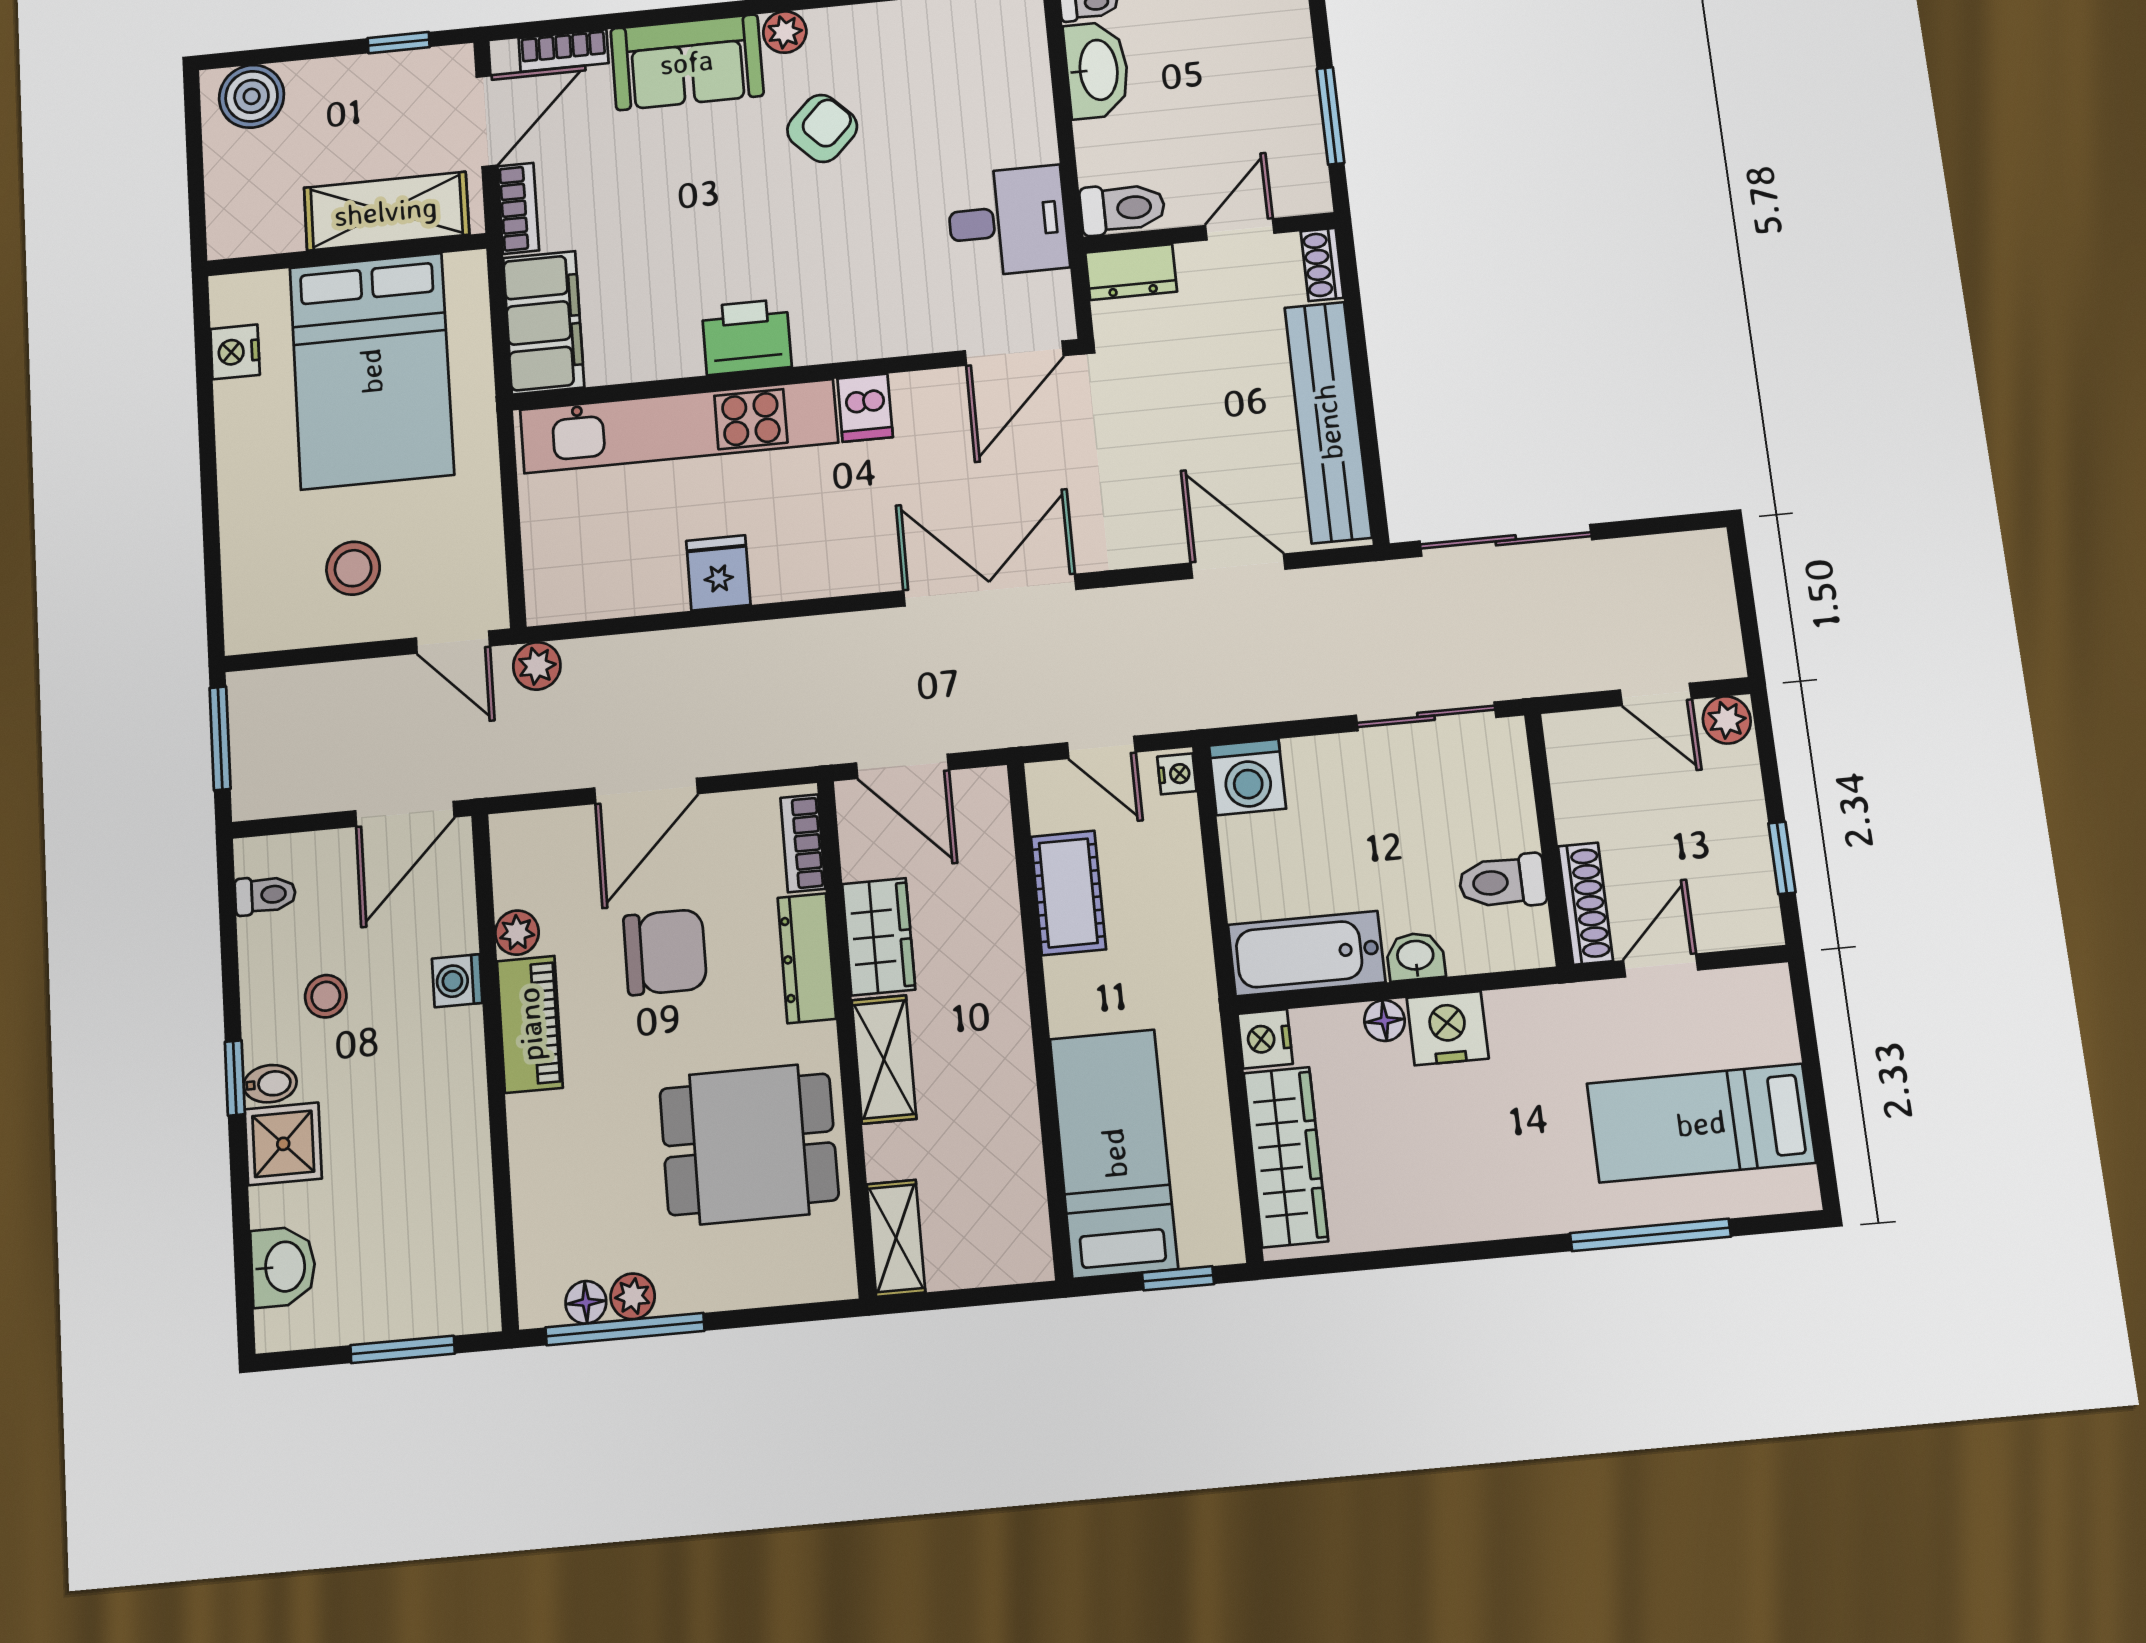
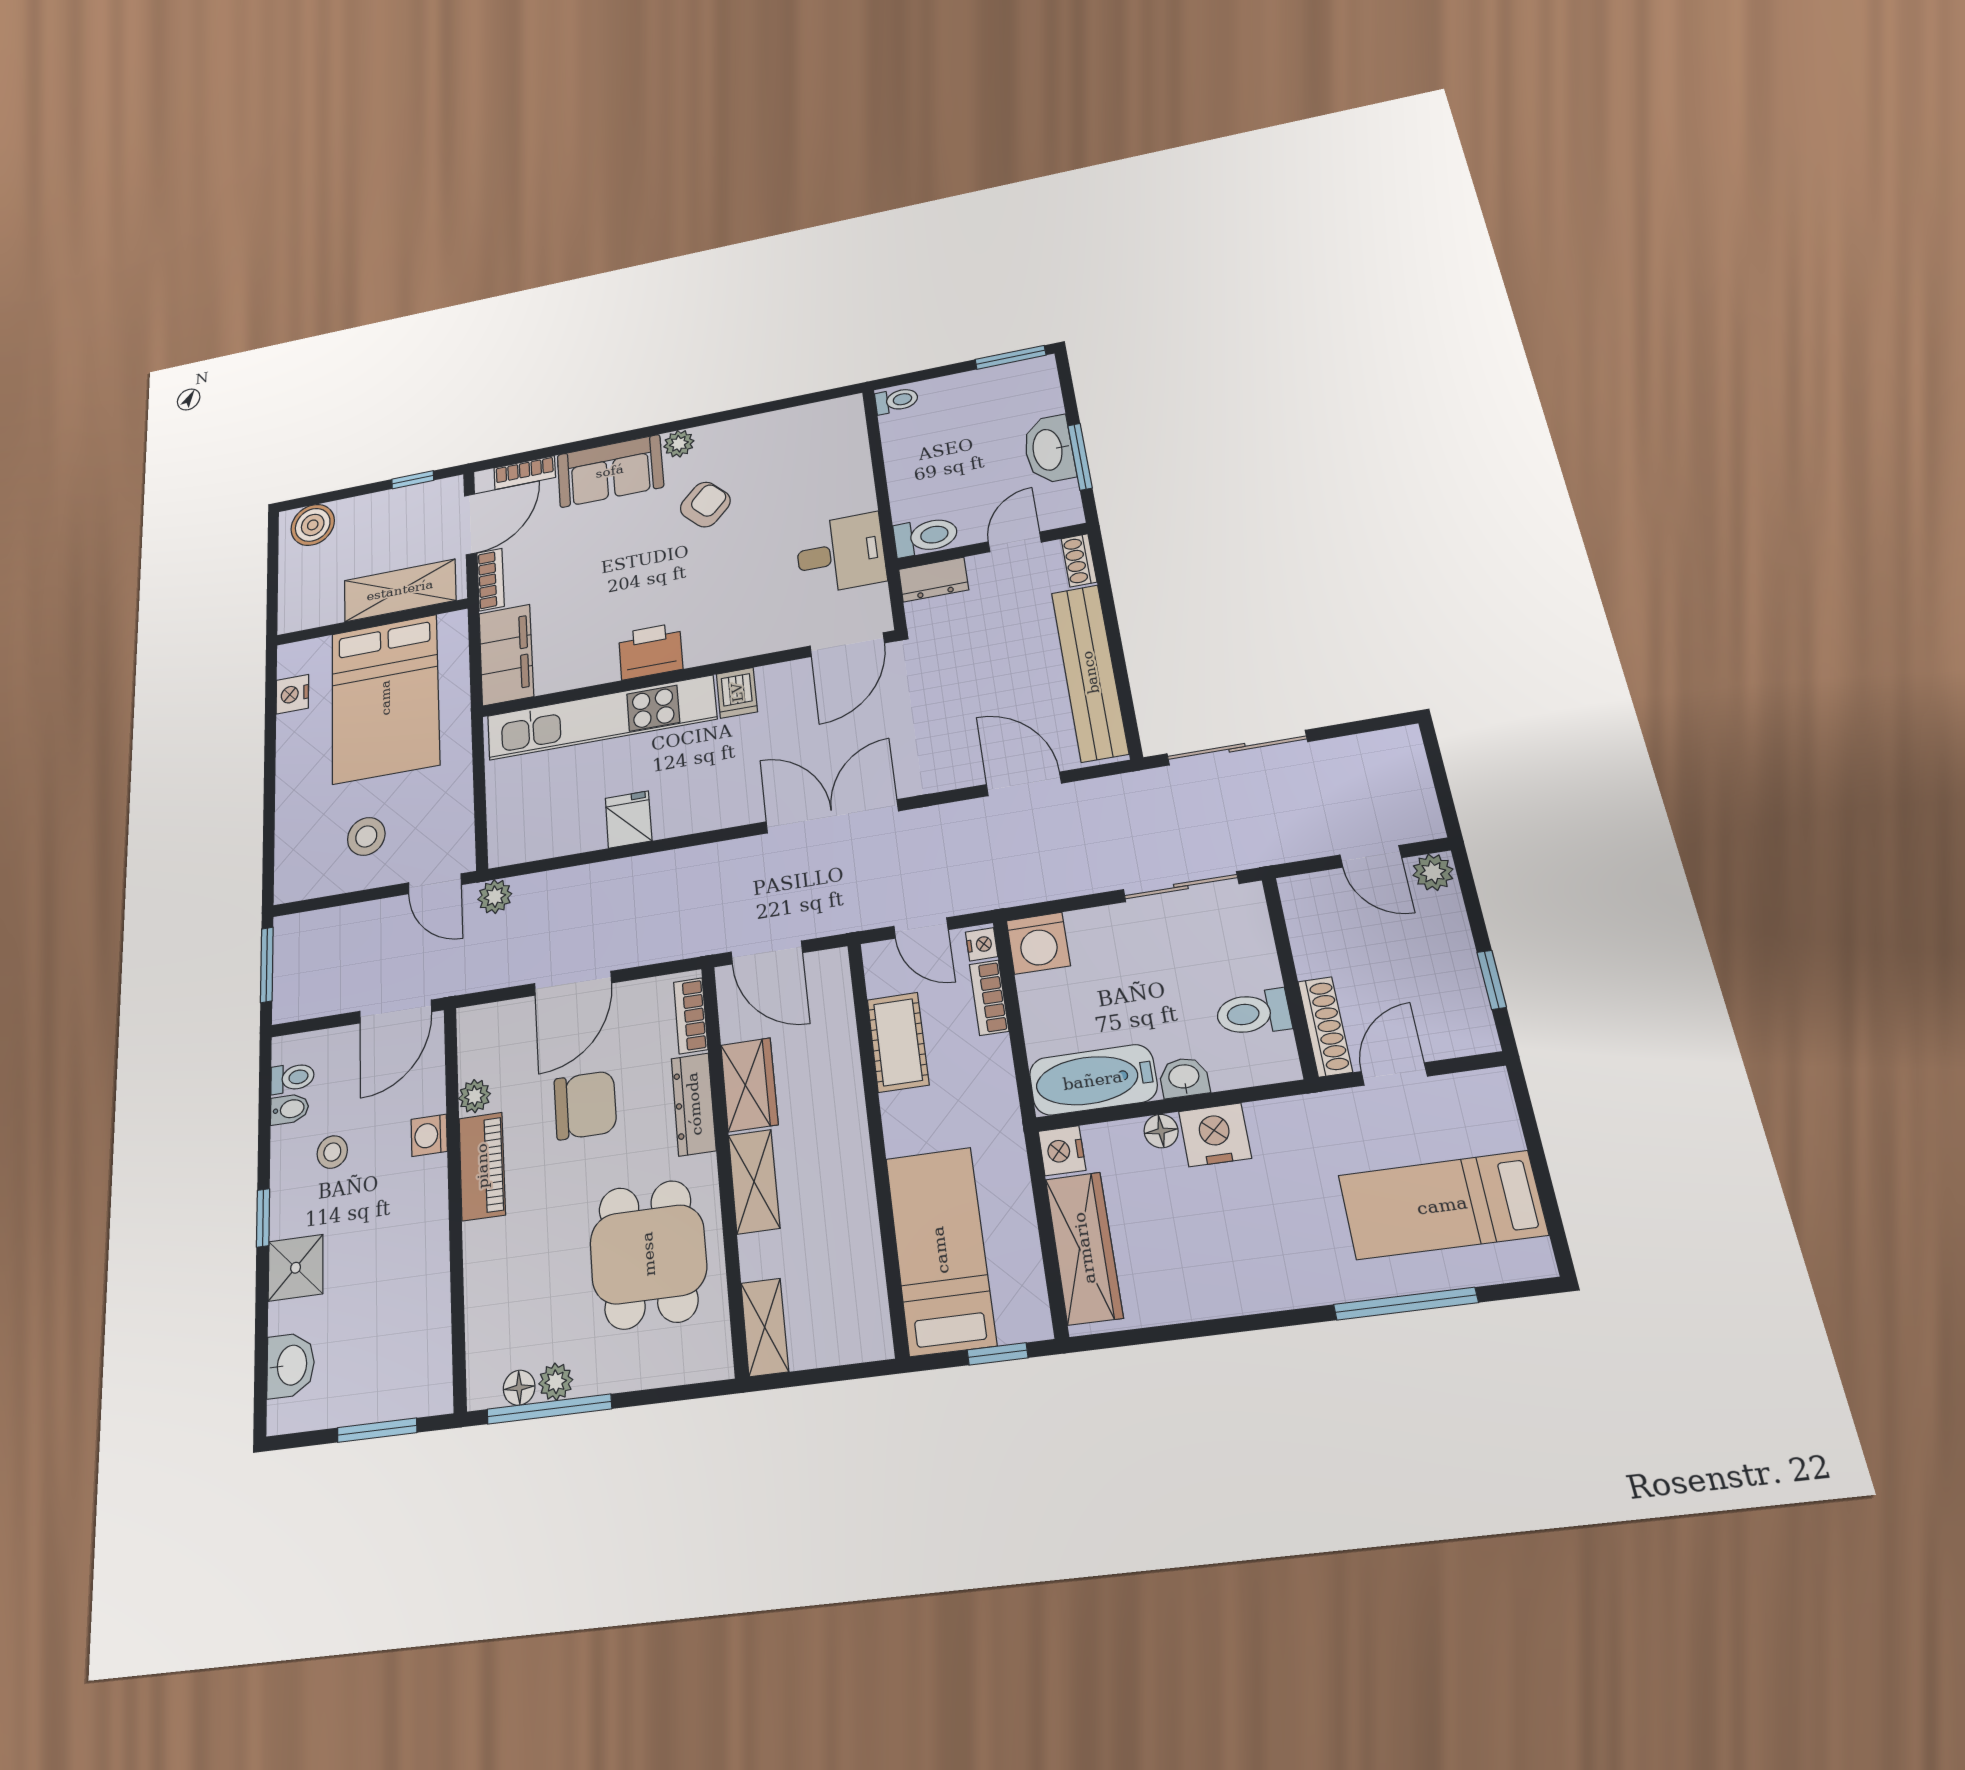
washbasin: (1097, 70) -> (1049, 450), moved, turned 180
bookcase: (1184, 843) -> (989, 998), added
bidet: (270, 1084) -> (290, 1109), moved
dining table: (749, 1144) -> (648, 1254), turned 90

